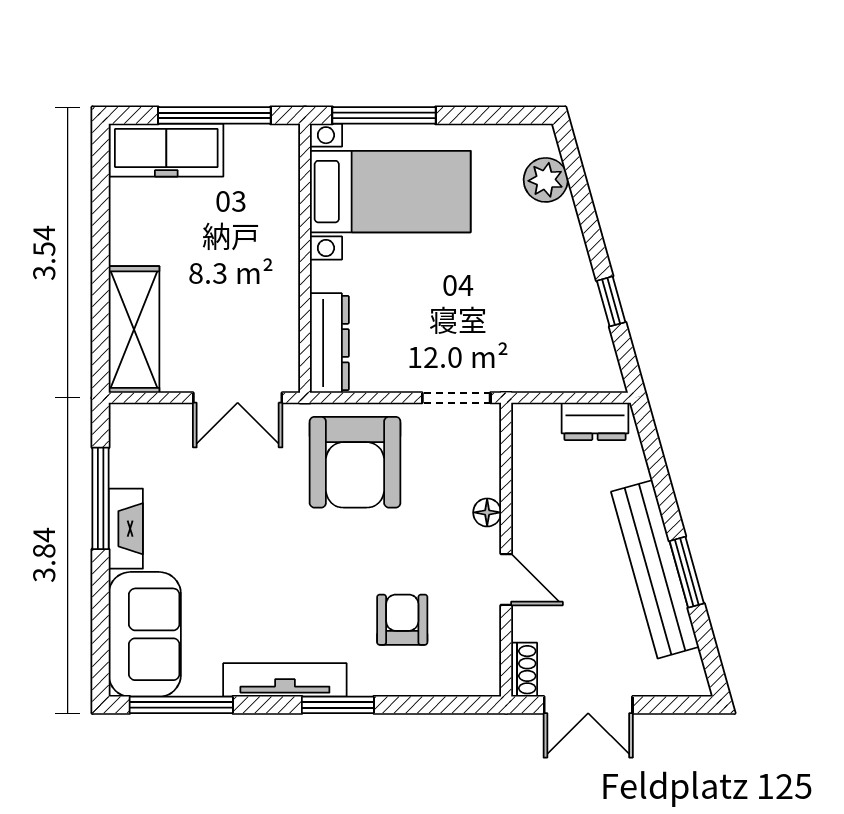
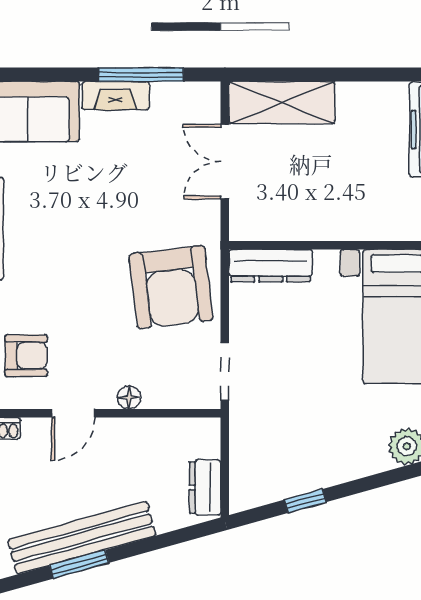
double door: (238, 398) -> (225, 162), moved
armchair: (355, 462) -> (171, 287), turned -97
armchair: (402, 620) -> (26, 356), moved

